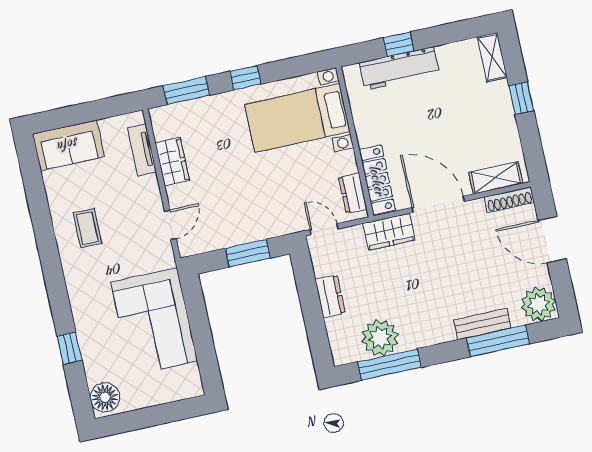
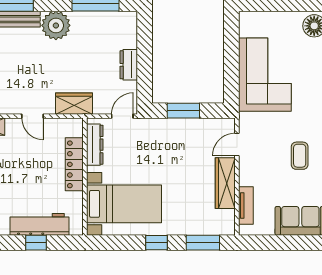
wardrobe: (172, 162) -> (225, 183), width x1.50
locker: (377, 180) -> (74, 164), moved
dresser: (353, 193) -> (95, 145), width x1.44
door: (438, 204) -> (33, 116), width x0.53
door: (324, 229) -> (122, 116), swing flipped
plant: (380, 338) -> (56, 25), moved

